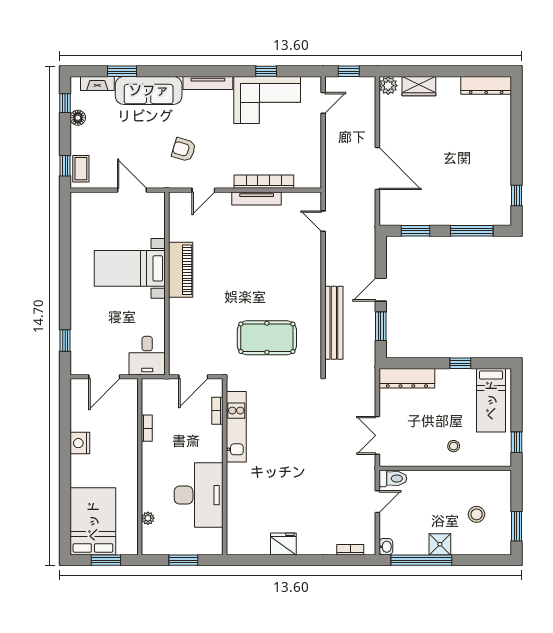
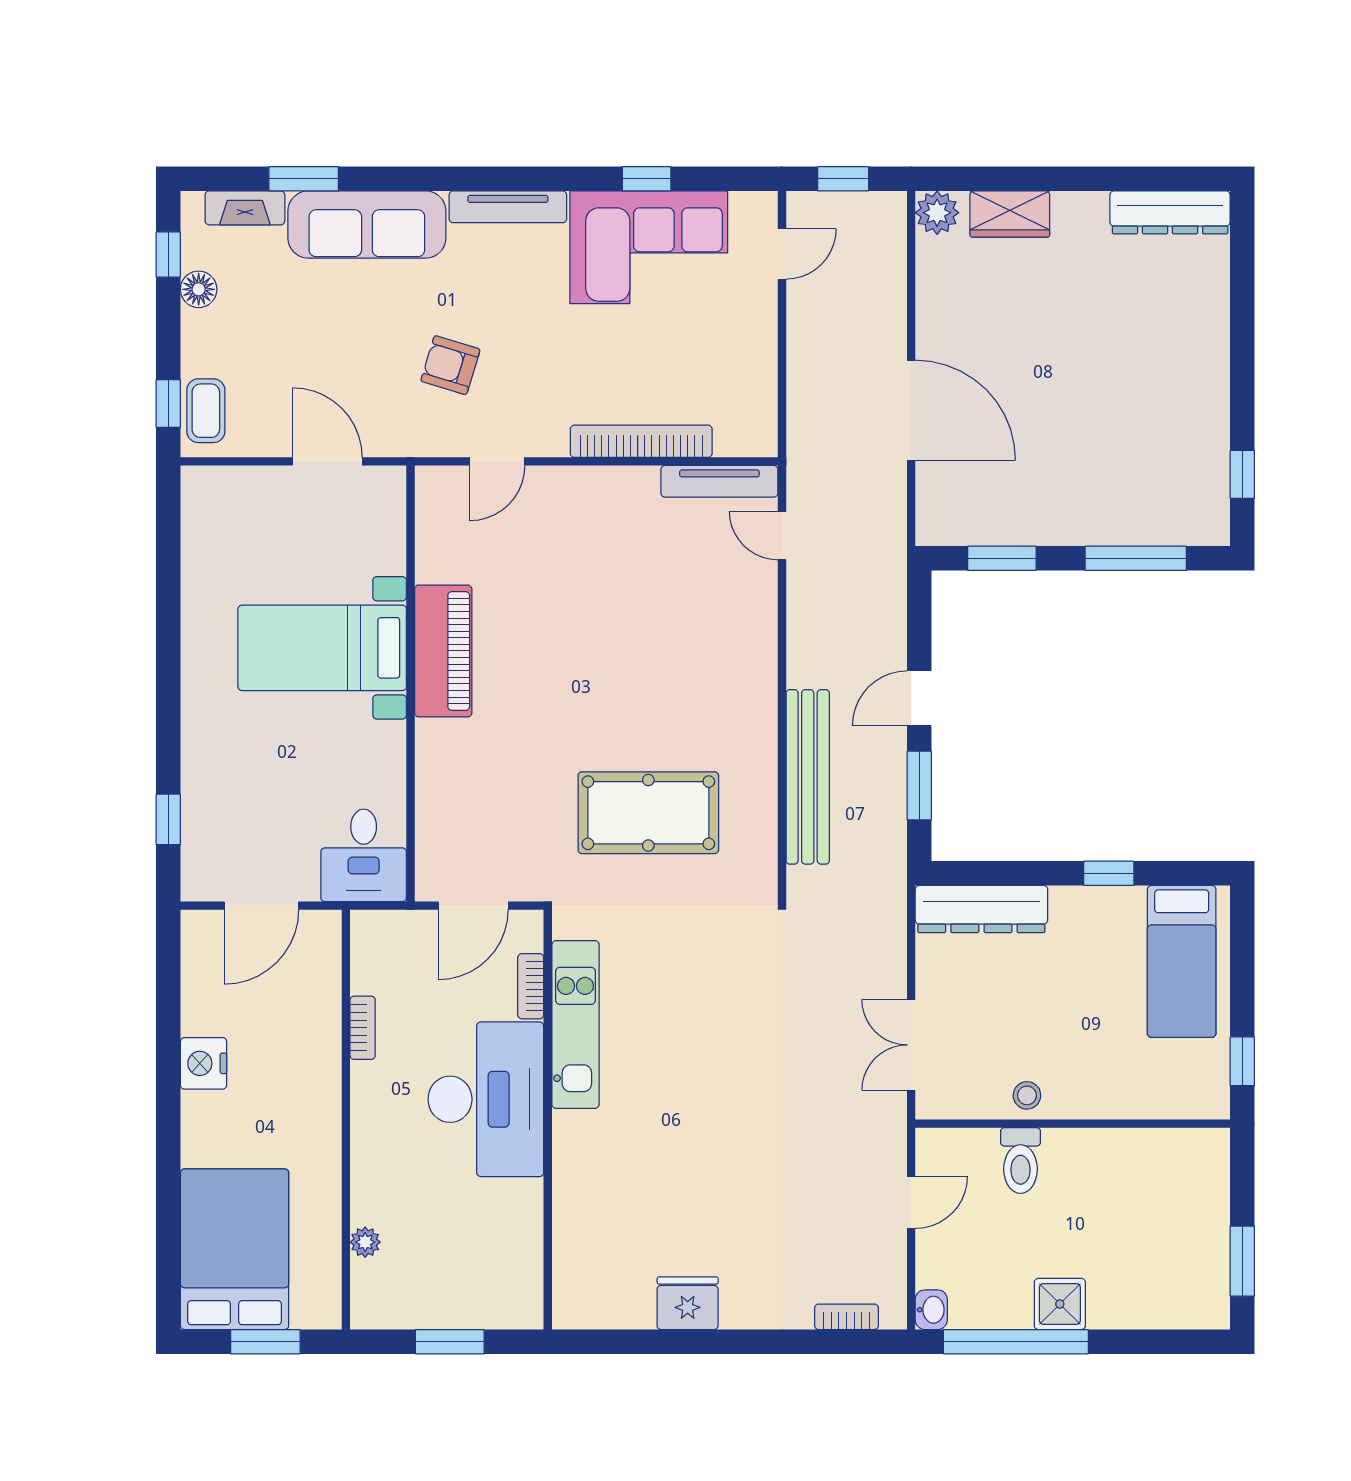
tv unit: (257, 198) -> (719, 481), moved
stool: (454, 446) -> (1027, 1095), moved
toilet: (393, 479) -> (1021, 1161), moved, turned 90
desk: (199, 495) -> (486, 1099), moved
stool: (477, 514) -> (1147, 1233), removed

